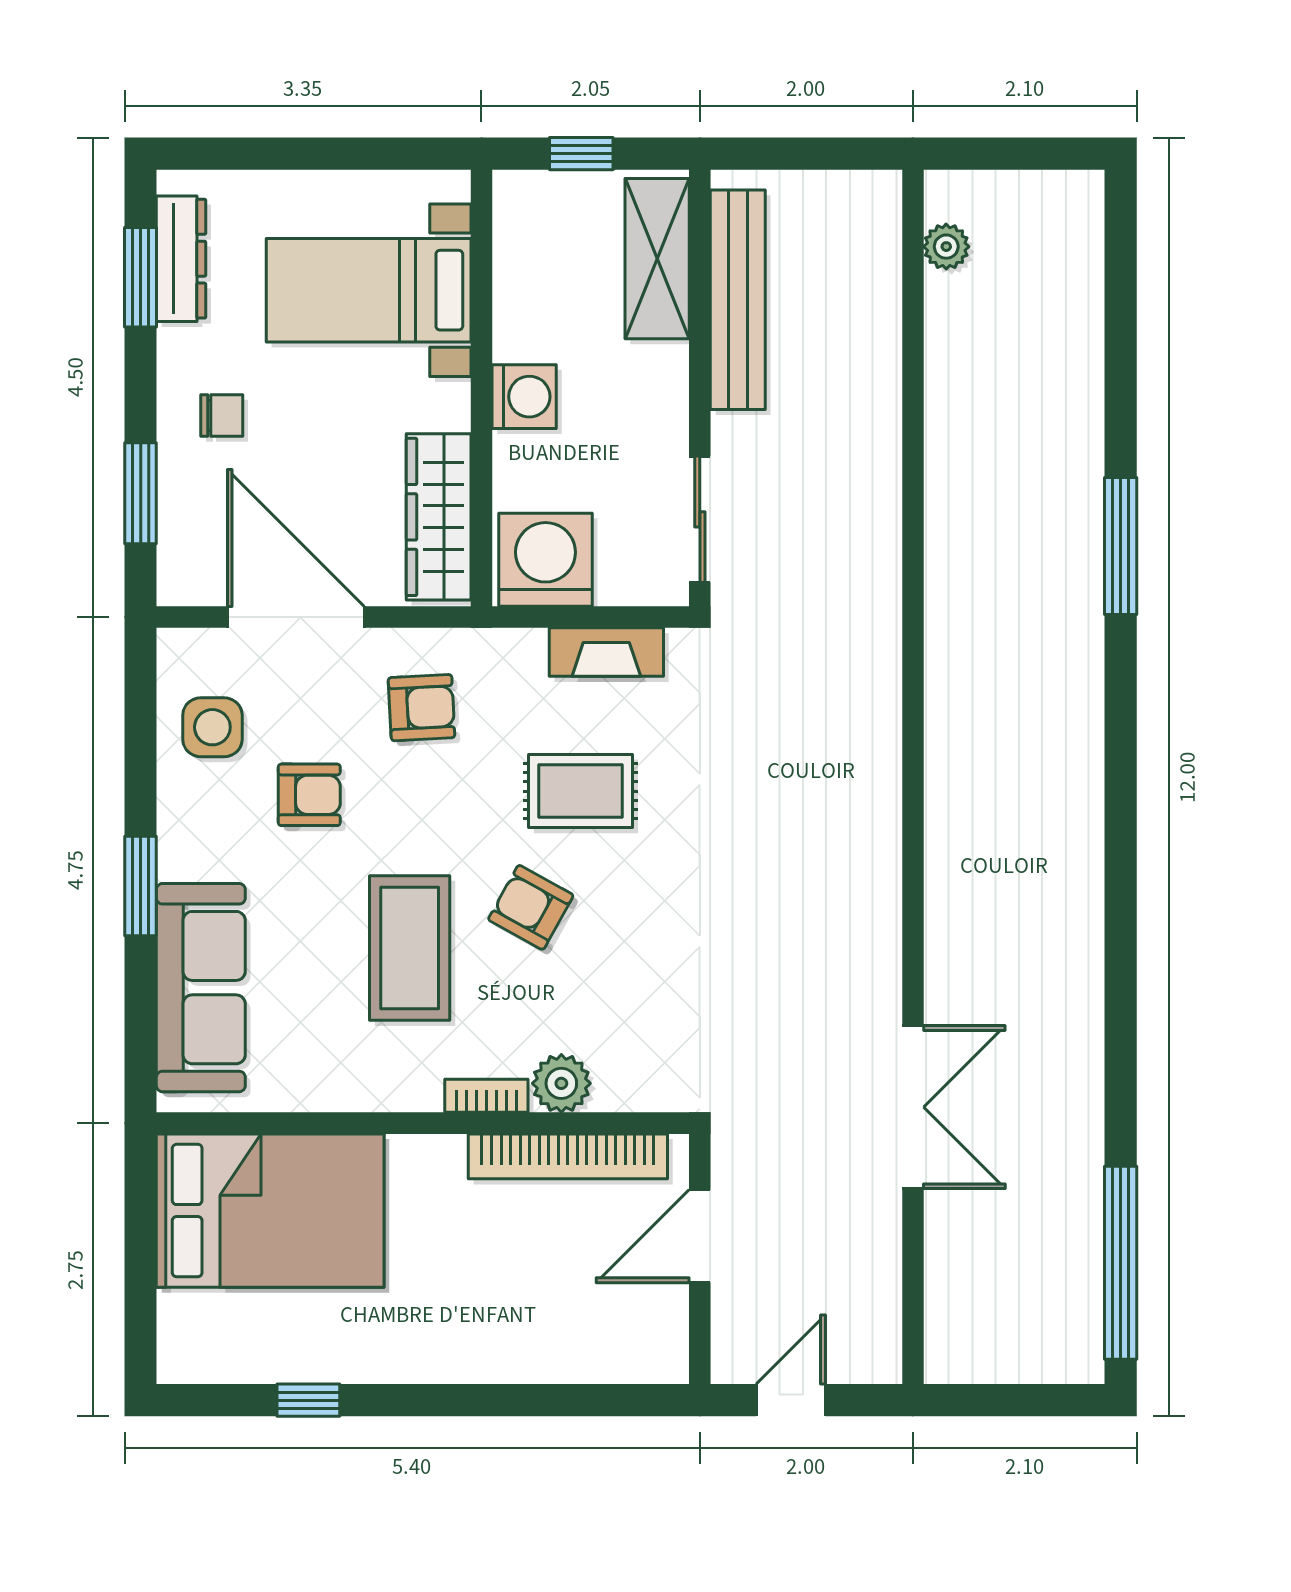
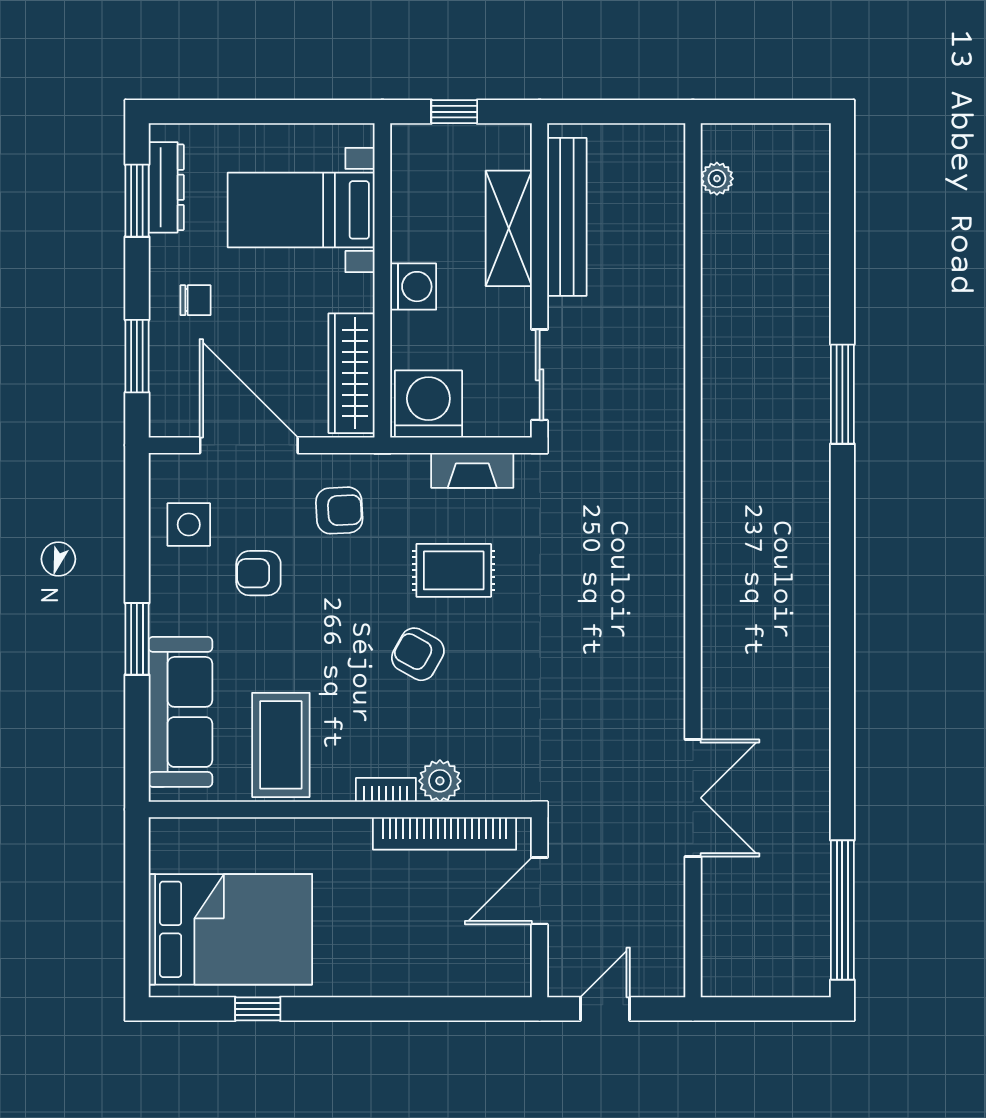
shelving: (657, 259) -> (509, 228), moved
armchair: (309, 795) -> (258, 573), turned 180
coffee table: (410, 948) -> (281, 745), moved
bed: (270, 1211) -> (230, 929), moved

